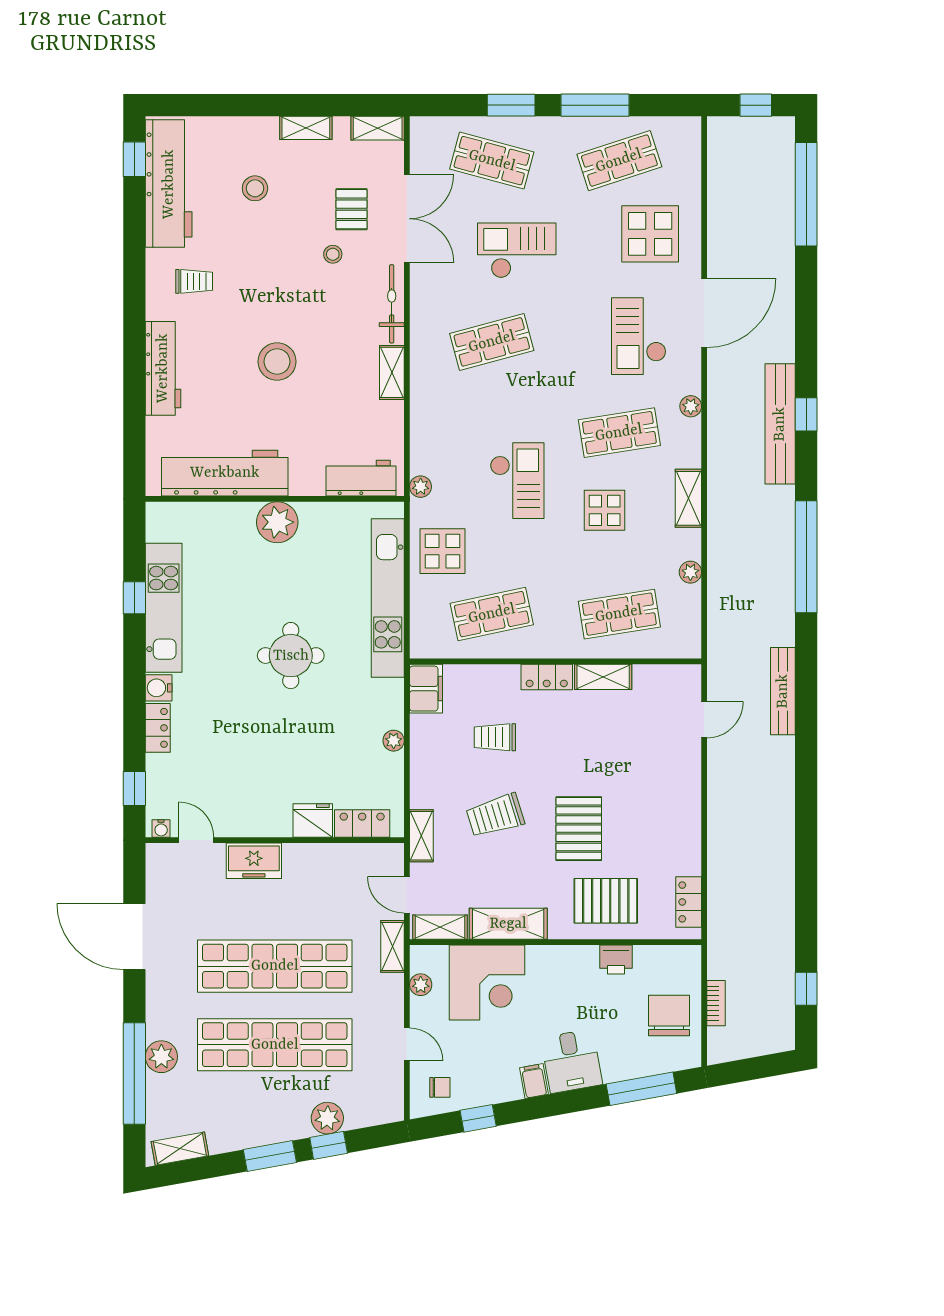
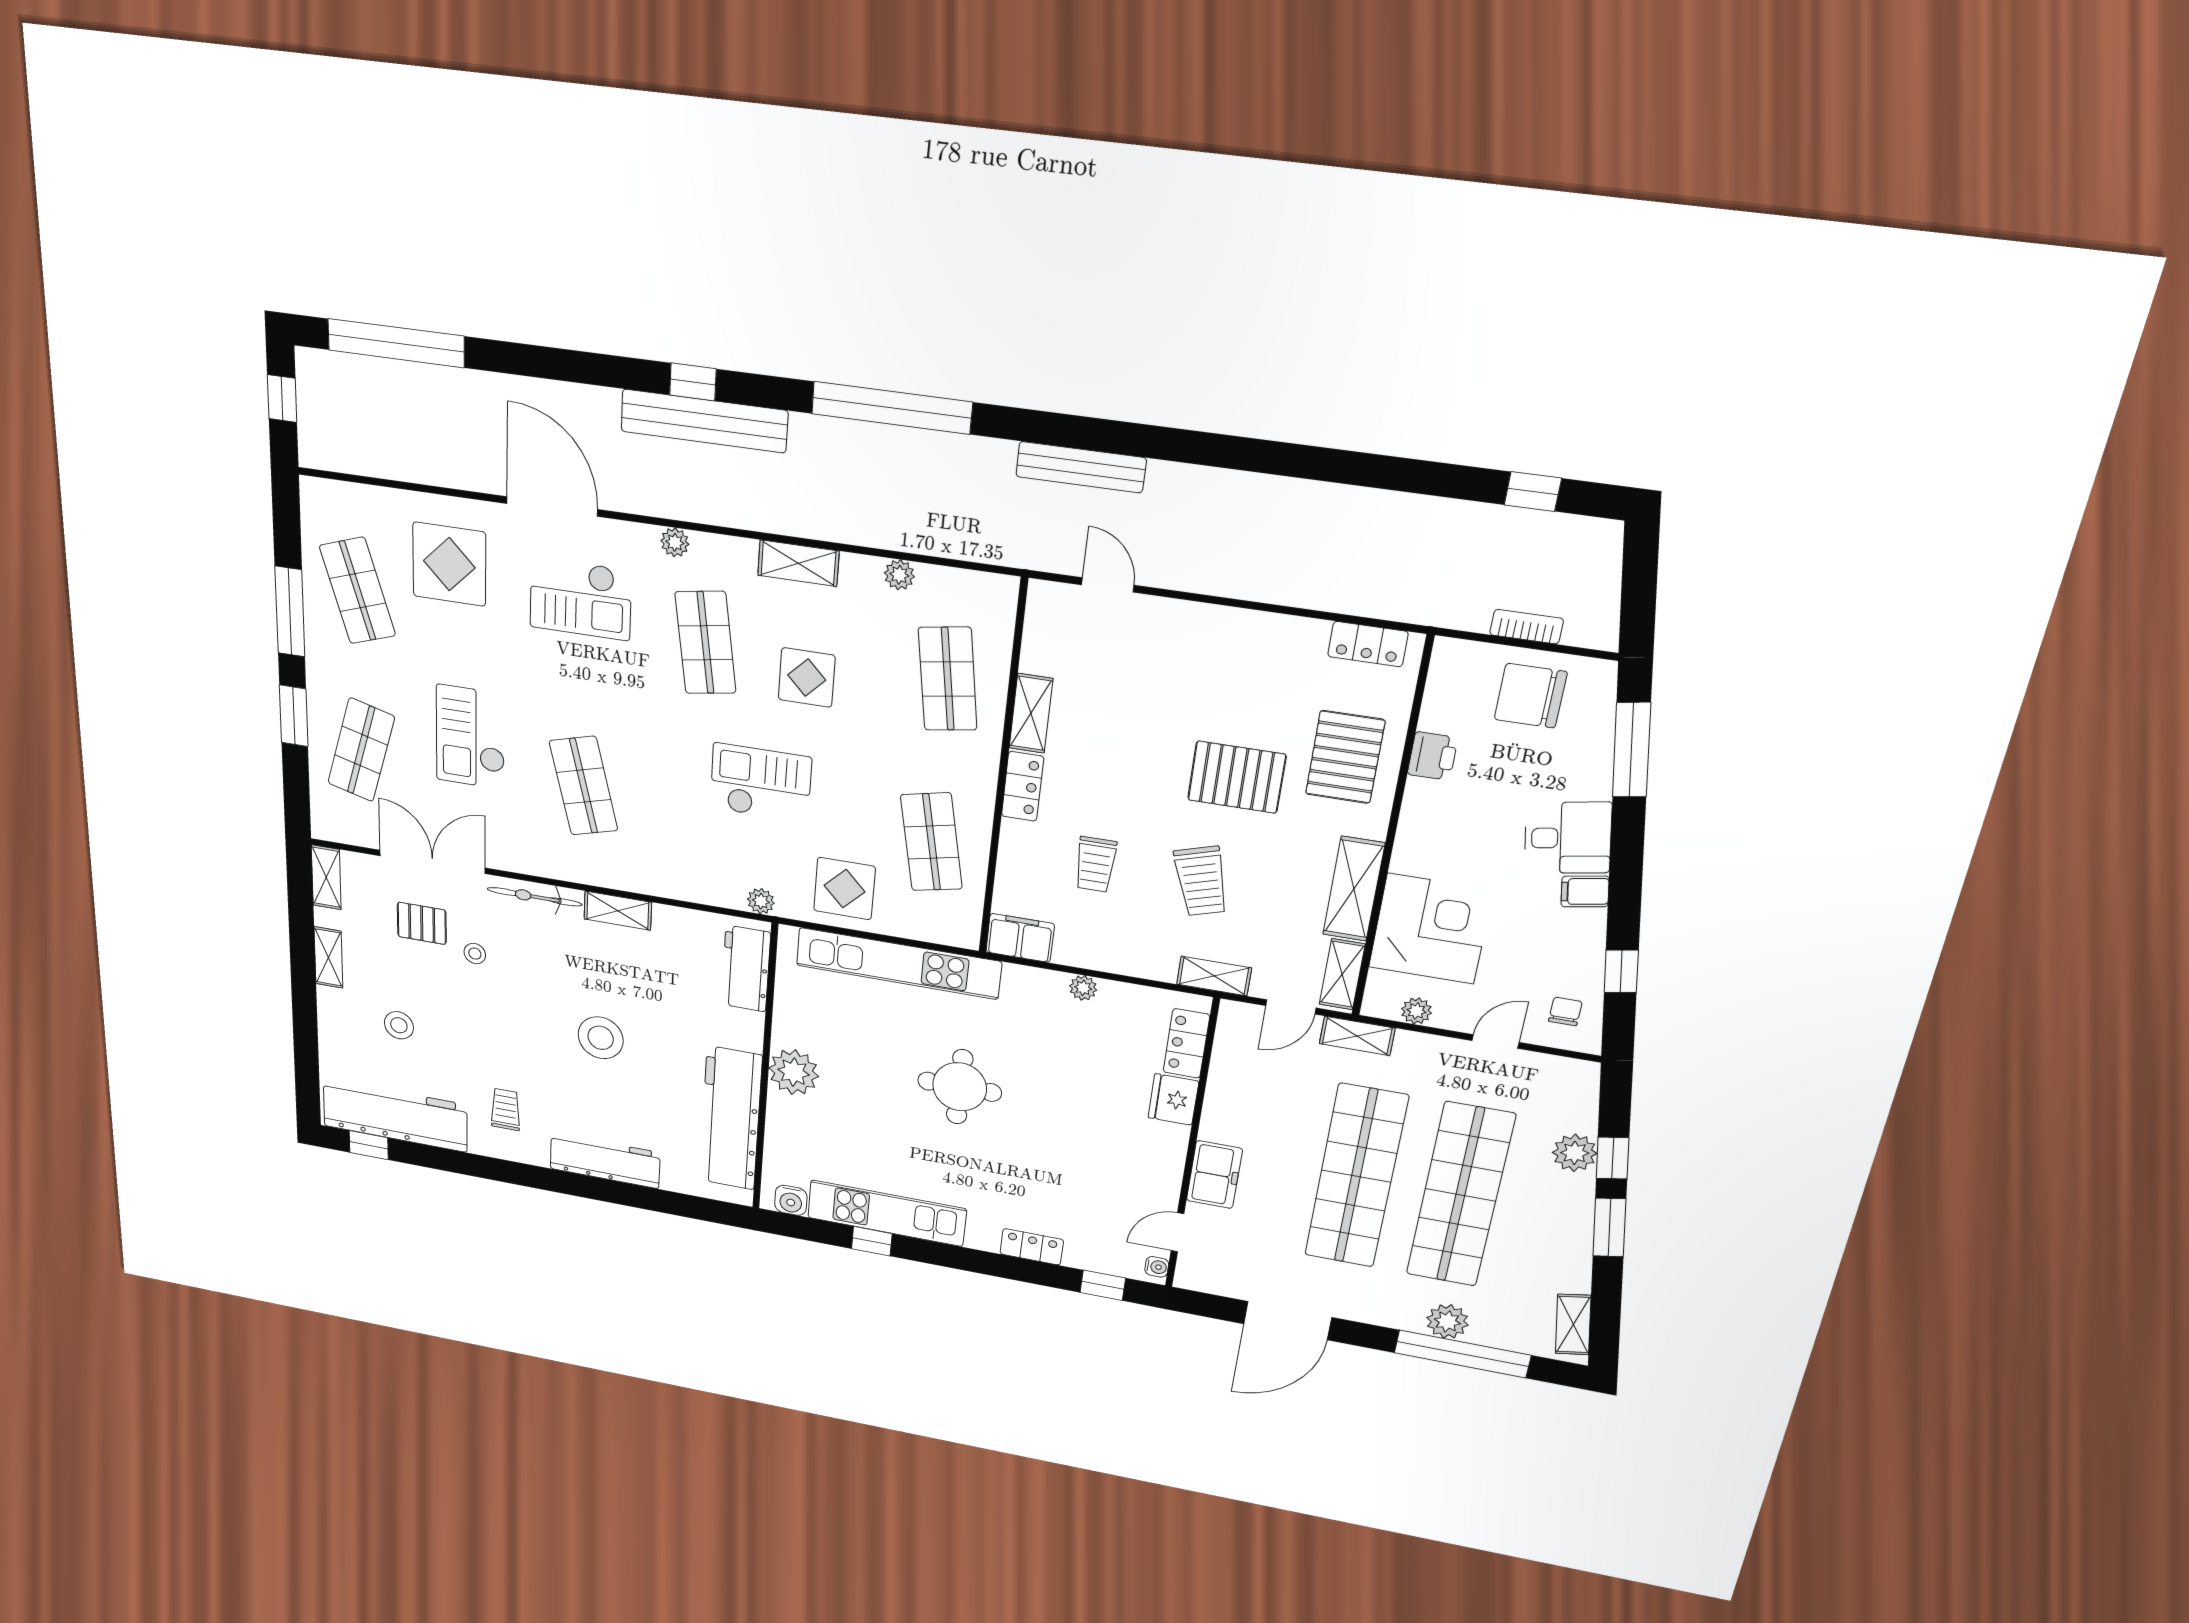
water cooler: (159, 688) -> (791, 1200), moved

